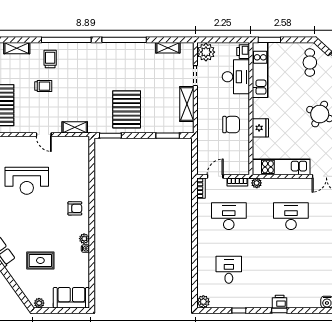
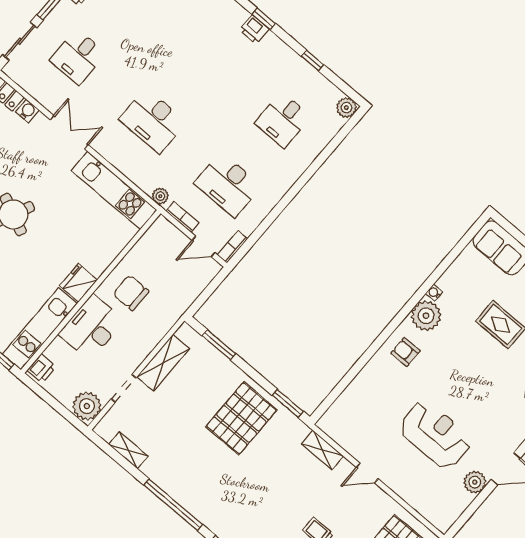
desk: (236, 77) -> (91, 327), moved
fridge: (260, 128) -> (78, 283), moved
door: (44, 135) -> (367, 473), swing flipped
plant: (84, 239) -> (426, 316), width x1.88, depth x1.88

